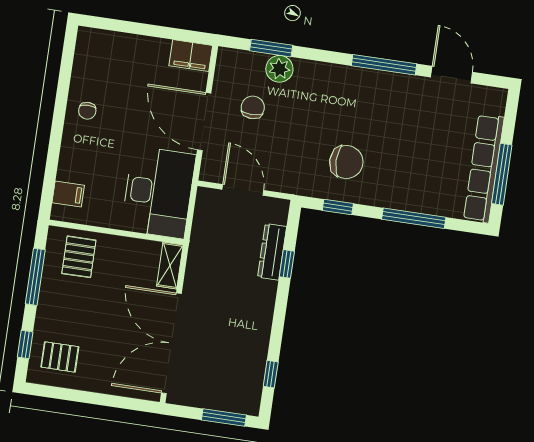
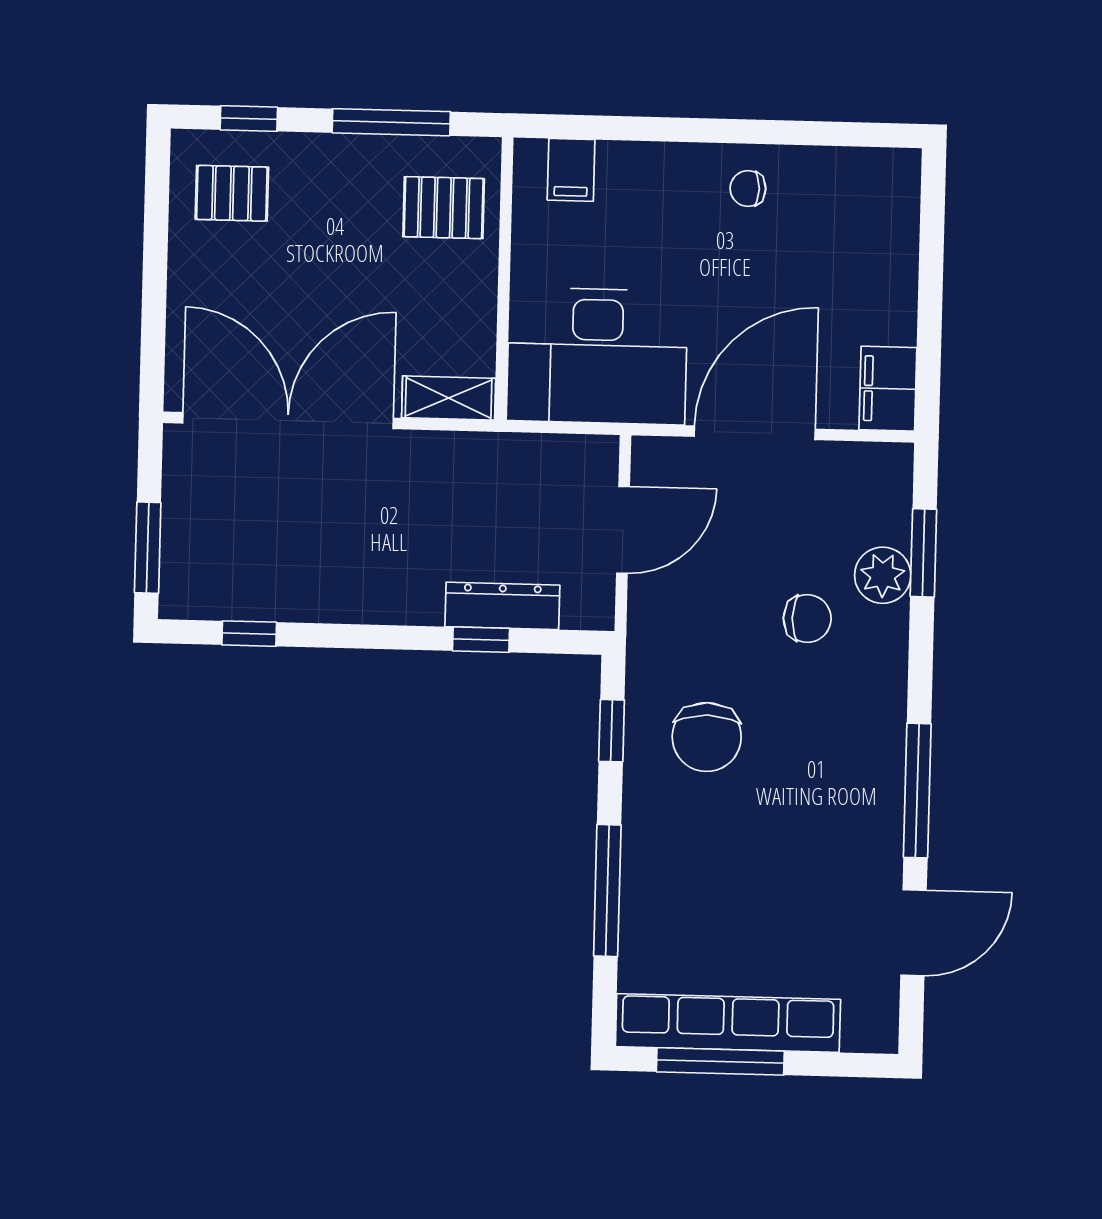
chair: (253, 107) -> (807, 619), moved
pallet: (60, 357) -> (232, 193), turned 90

